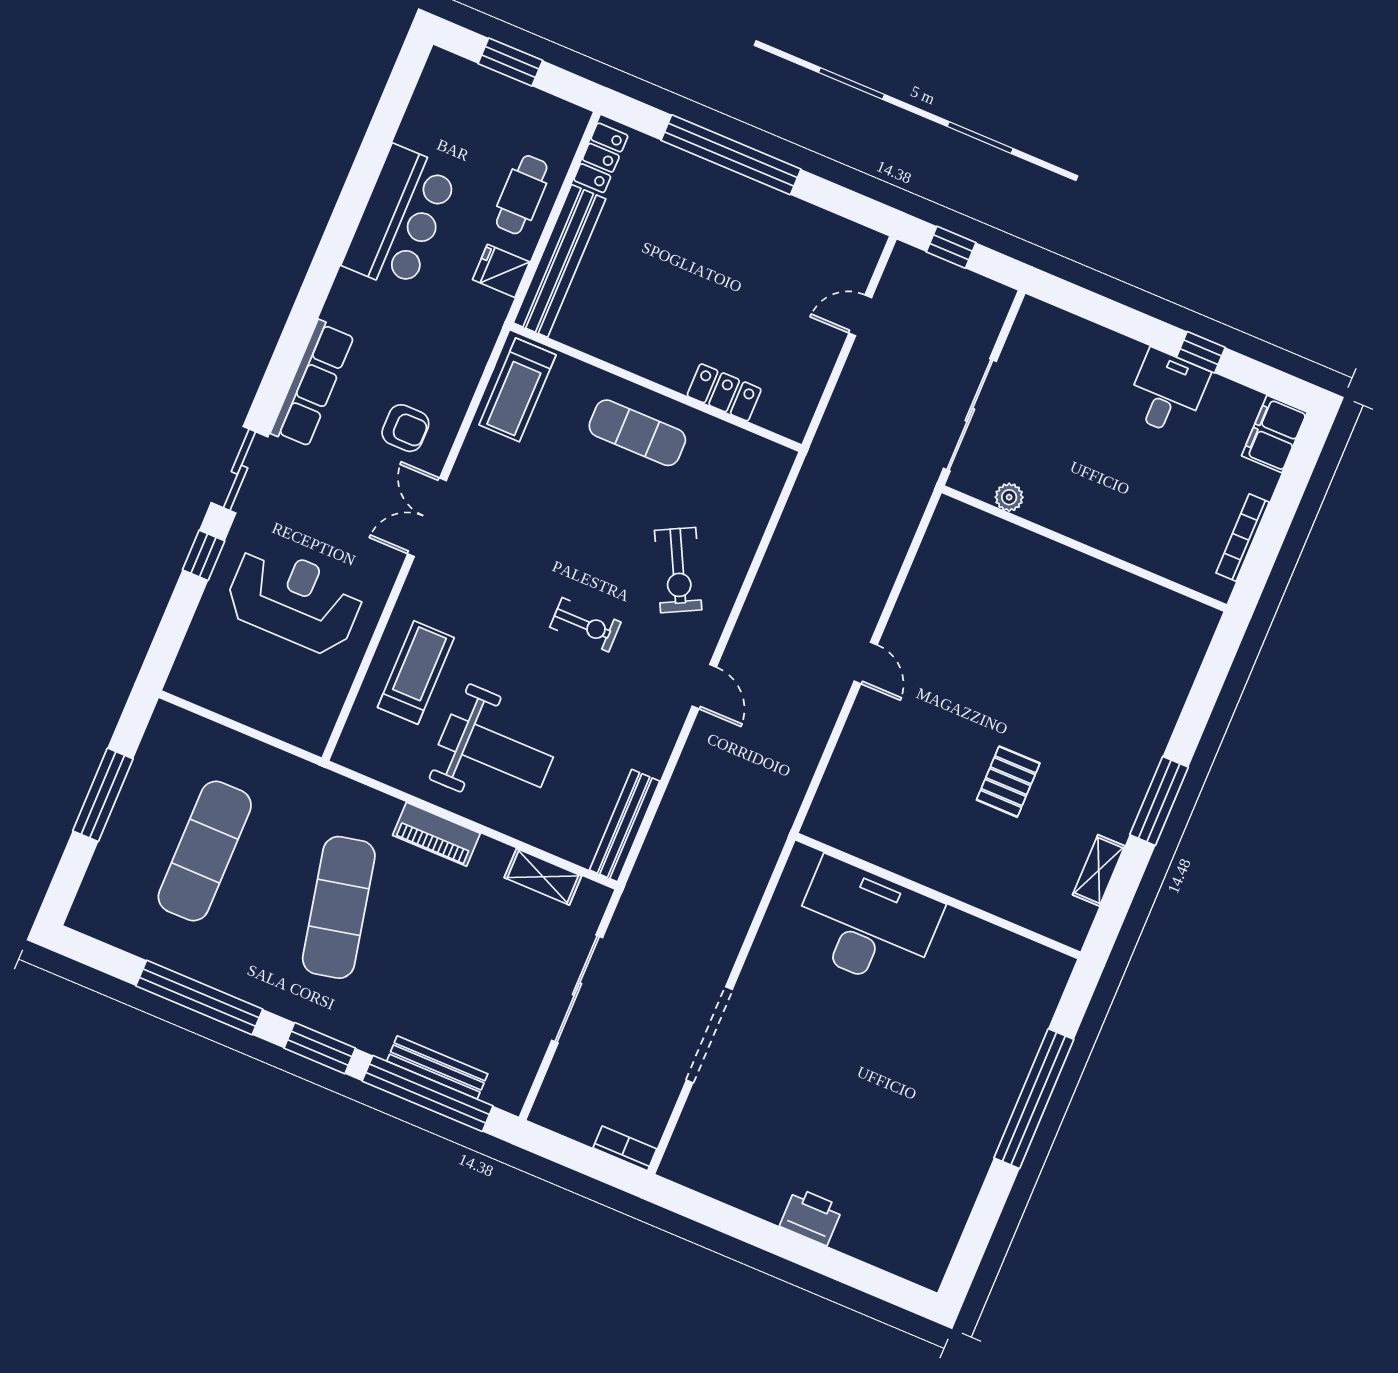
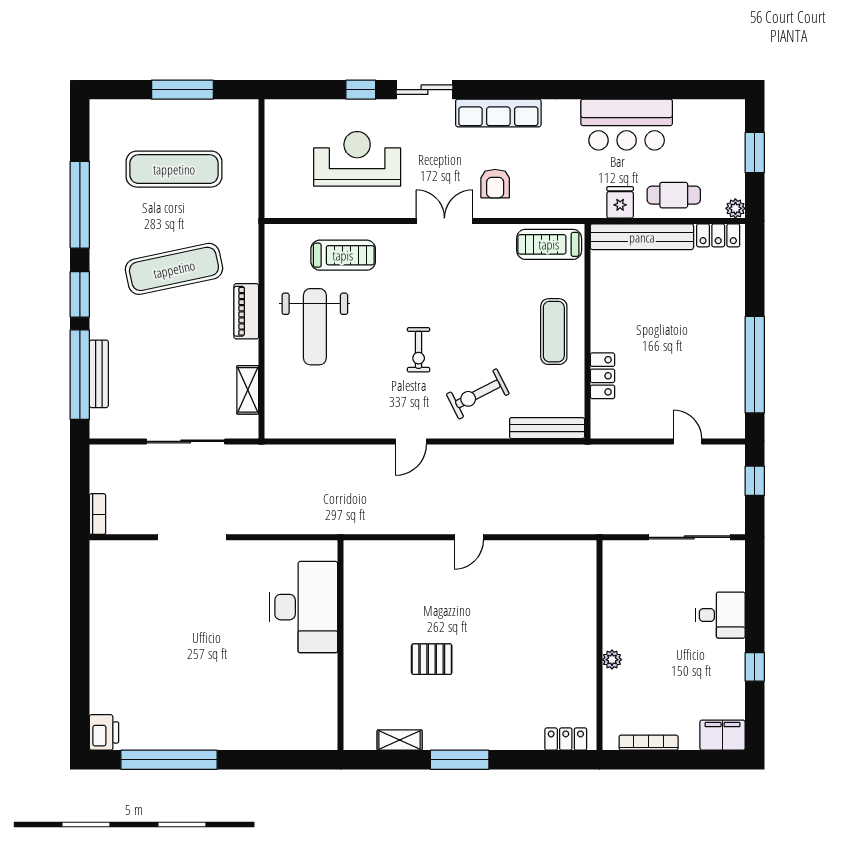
plant: (574, 119) -> (735, 208), added
window: (731, 155) -> (755, 365), moved
desk: (1167, 392) -> (720, 615), moved
sliding door: (970, 415) -> (689, 537), moved
plant: (1009, 497) -> (612, 660), moved
reception desk: (294, 599) -> (357, 159), turned -90
locker: (1191, 647) -> (566, 739), added
bench: (625, 826) -> (547, 428), moved
window: (1034, 1099) -> (169, 760), moved
printer: (811, 1217) -> (104, 732), moved

